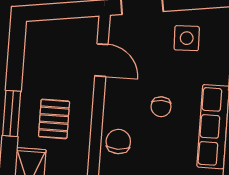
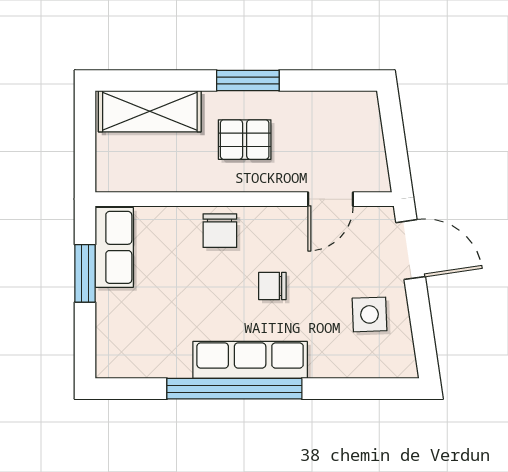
chair: (118, 142) -> (220, 231), turned 90

